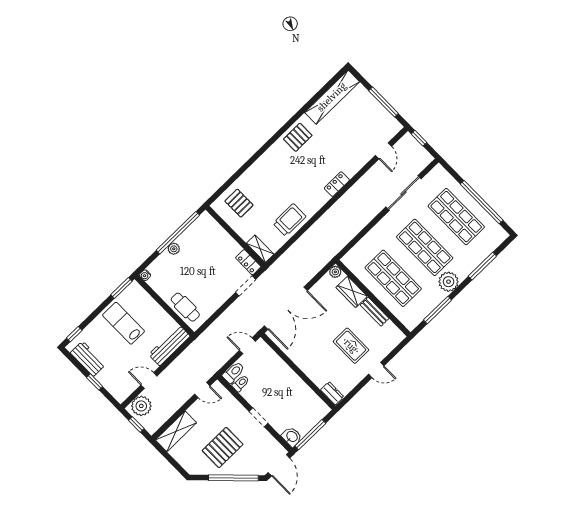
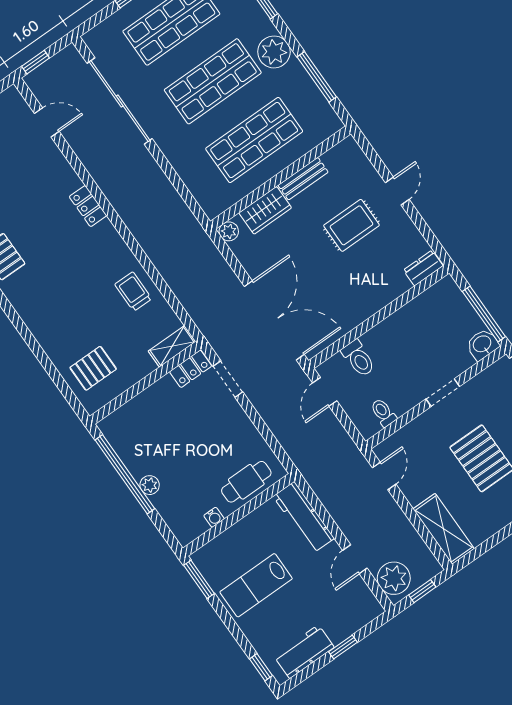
sliding door: (404, 193) -> (120, 101), width x1.36
trolley: (289, 220) -> (133, 292), width x0.73, depth x0.72
water cooler: (145, 275) -> (214, 517), moved
toilet: (234, 372) -> (358, 358), moved, turned 180

